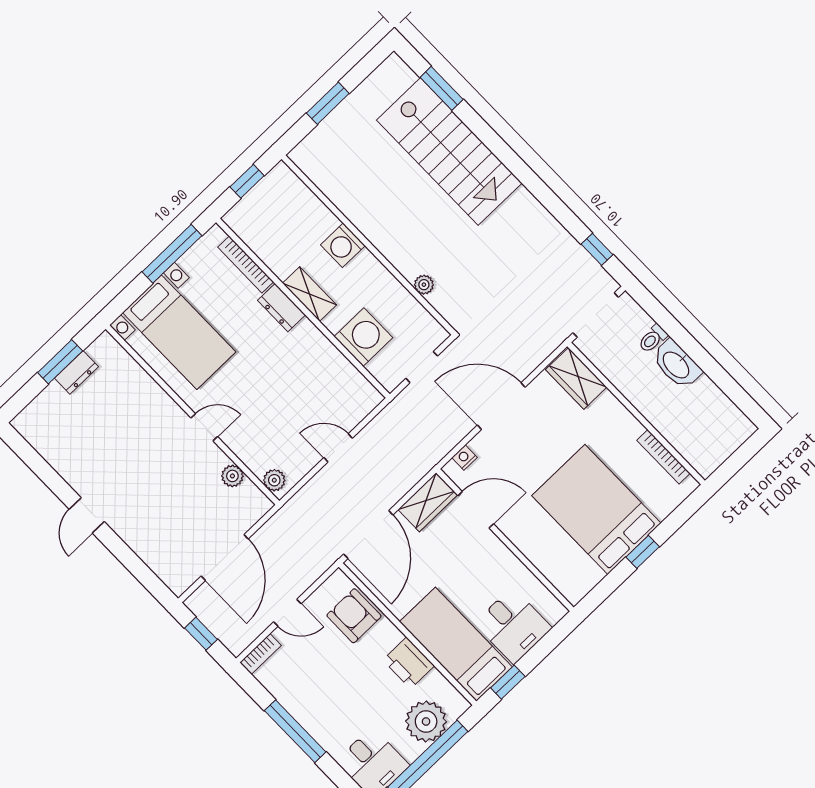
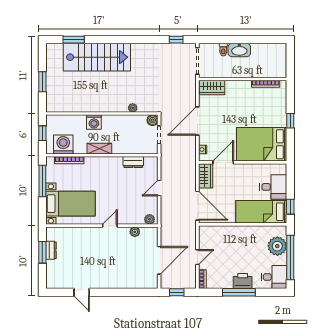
dresser: (282, 308) -> (133, 162), moved
boiler: (435, 334) -> (153, 120), added
washing machine: (363, 337) -> (63, 144), moved
bed: (596, 509) -> (262, 144), moved
door: (87, 515) -> (82, 292), moved
door: (225, 557) -> (159, 260), hinge flipped
armchair: (354, 616) -> (220, 236), removed
printer: (409, 663) -> (243, 281), moved, turned 180

